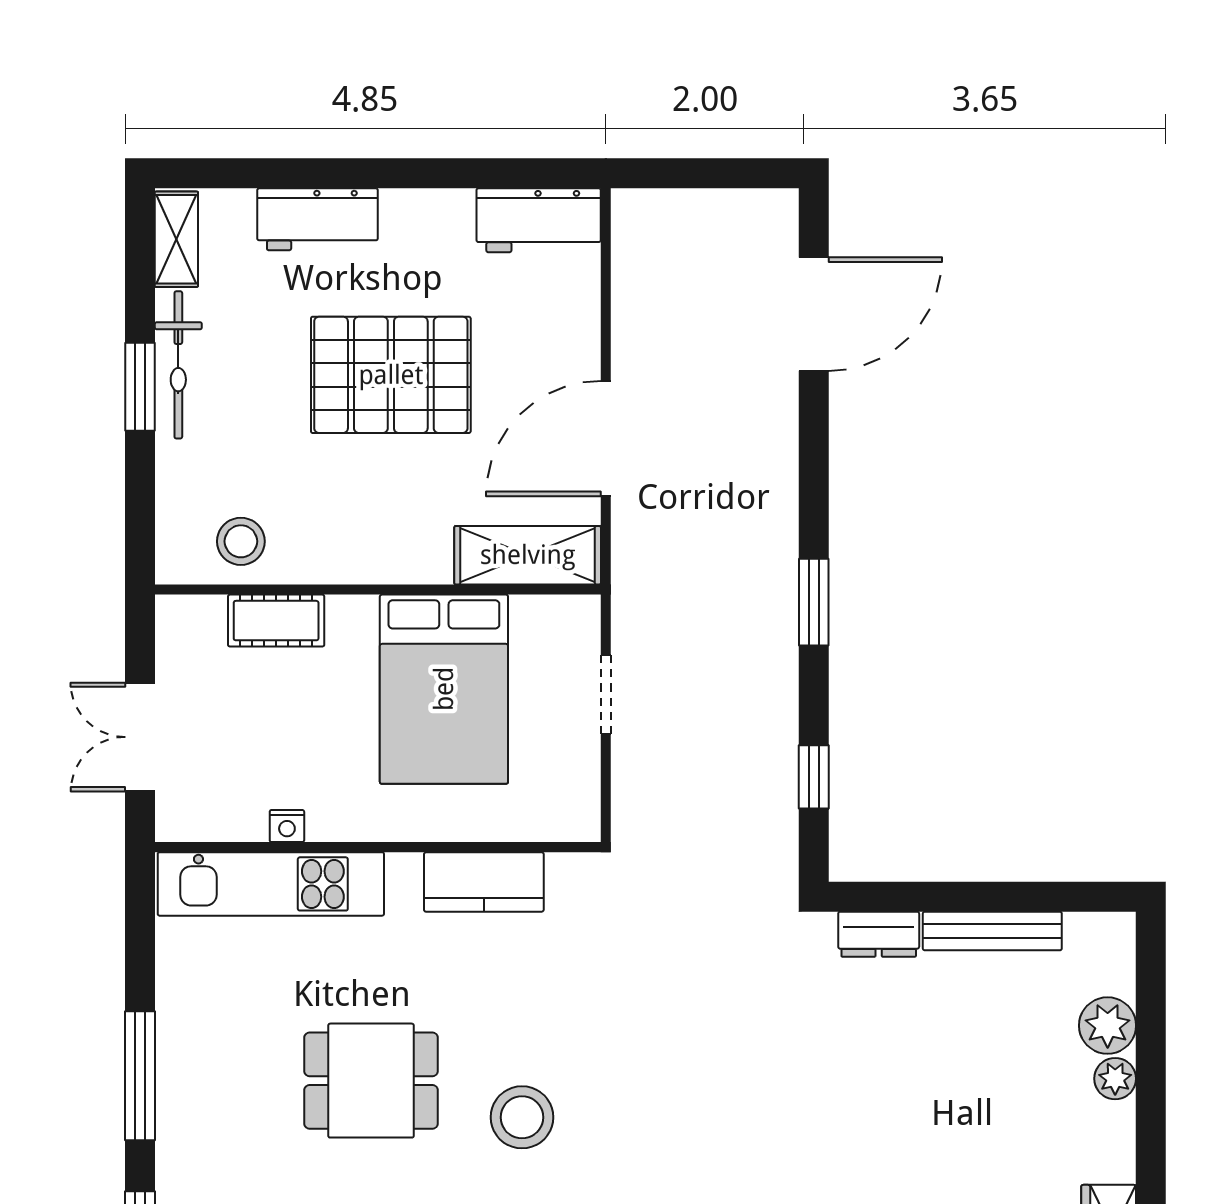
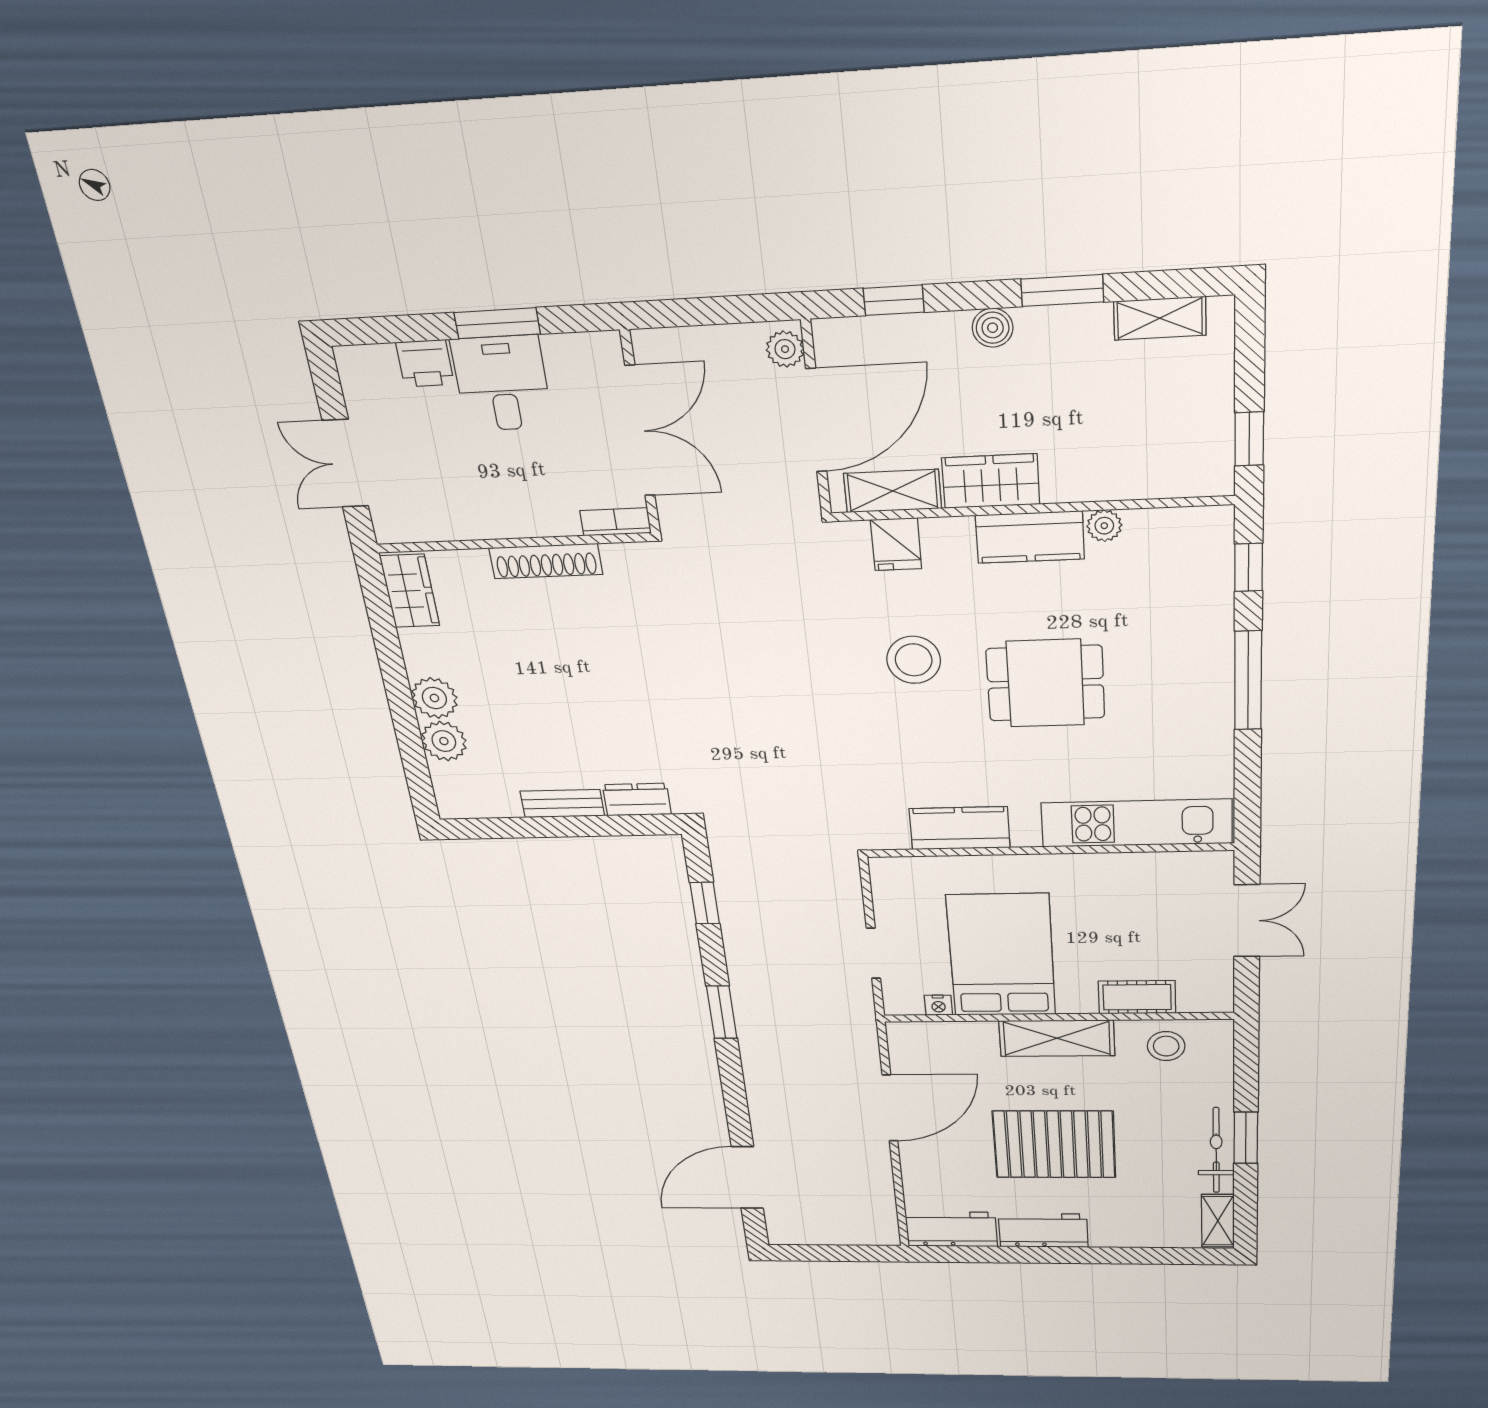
workbench: (318, 219) -> (1043, 1230), moved
shelving: (528, 555) -> (1057, 1038), moved
nightstand: (287, 826) -> (938, 1005), moved, turned 180
bench: (992, 931) -> (562, 803), width x0.73
plant: (1115, 1079) -> (434, 698), width x1.38, depth x1.38

